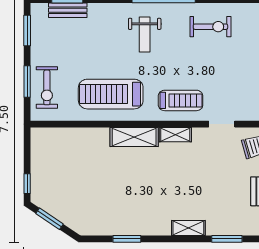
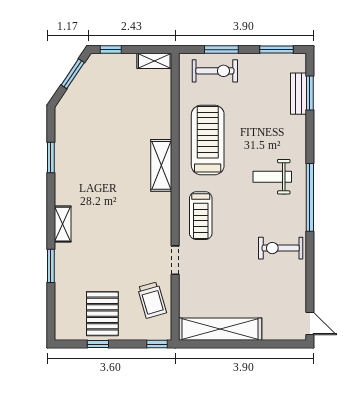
exercise bike: (210, 27) -> (281, 248), turned 90
exercise bike: (47, 87) -> (215, 71), turned 180
shelving: (175, 135) -> (154, 61), moved, turned 90

